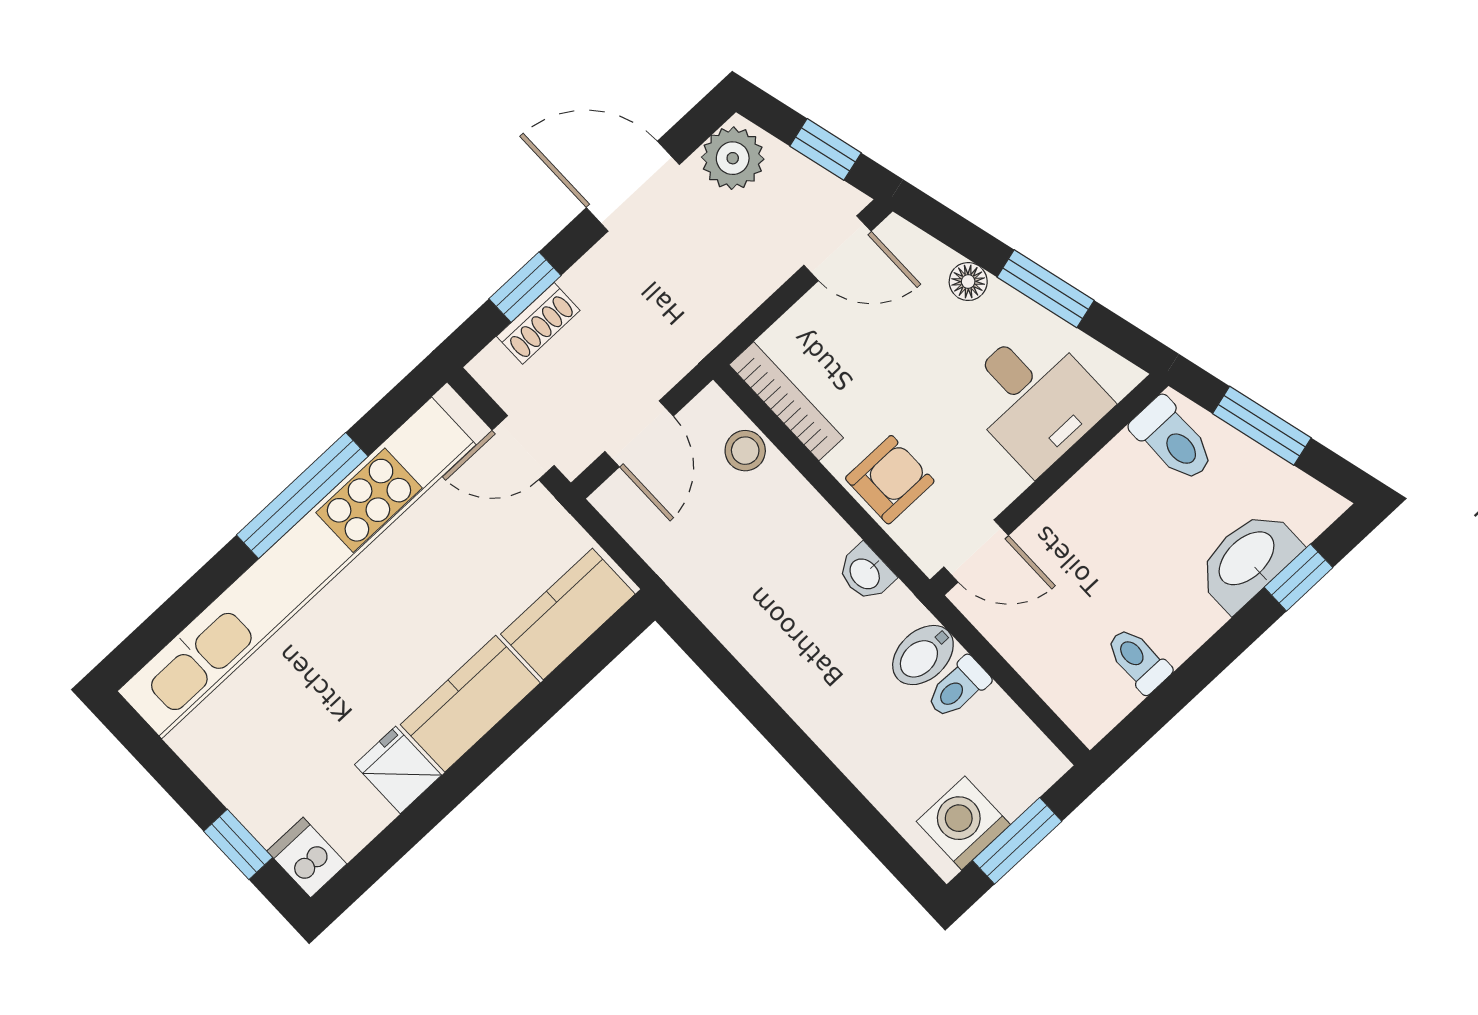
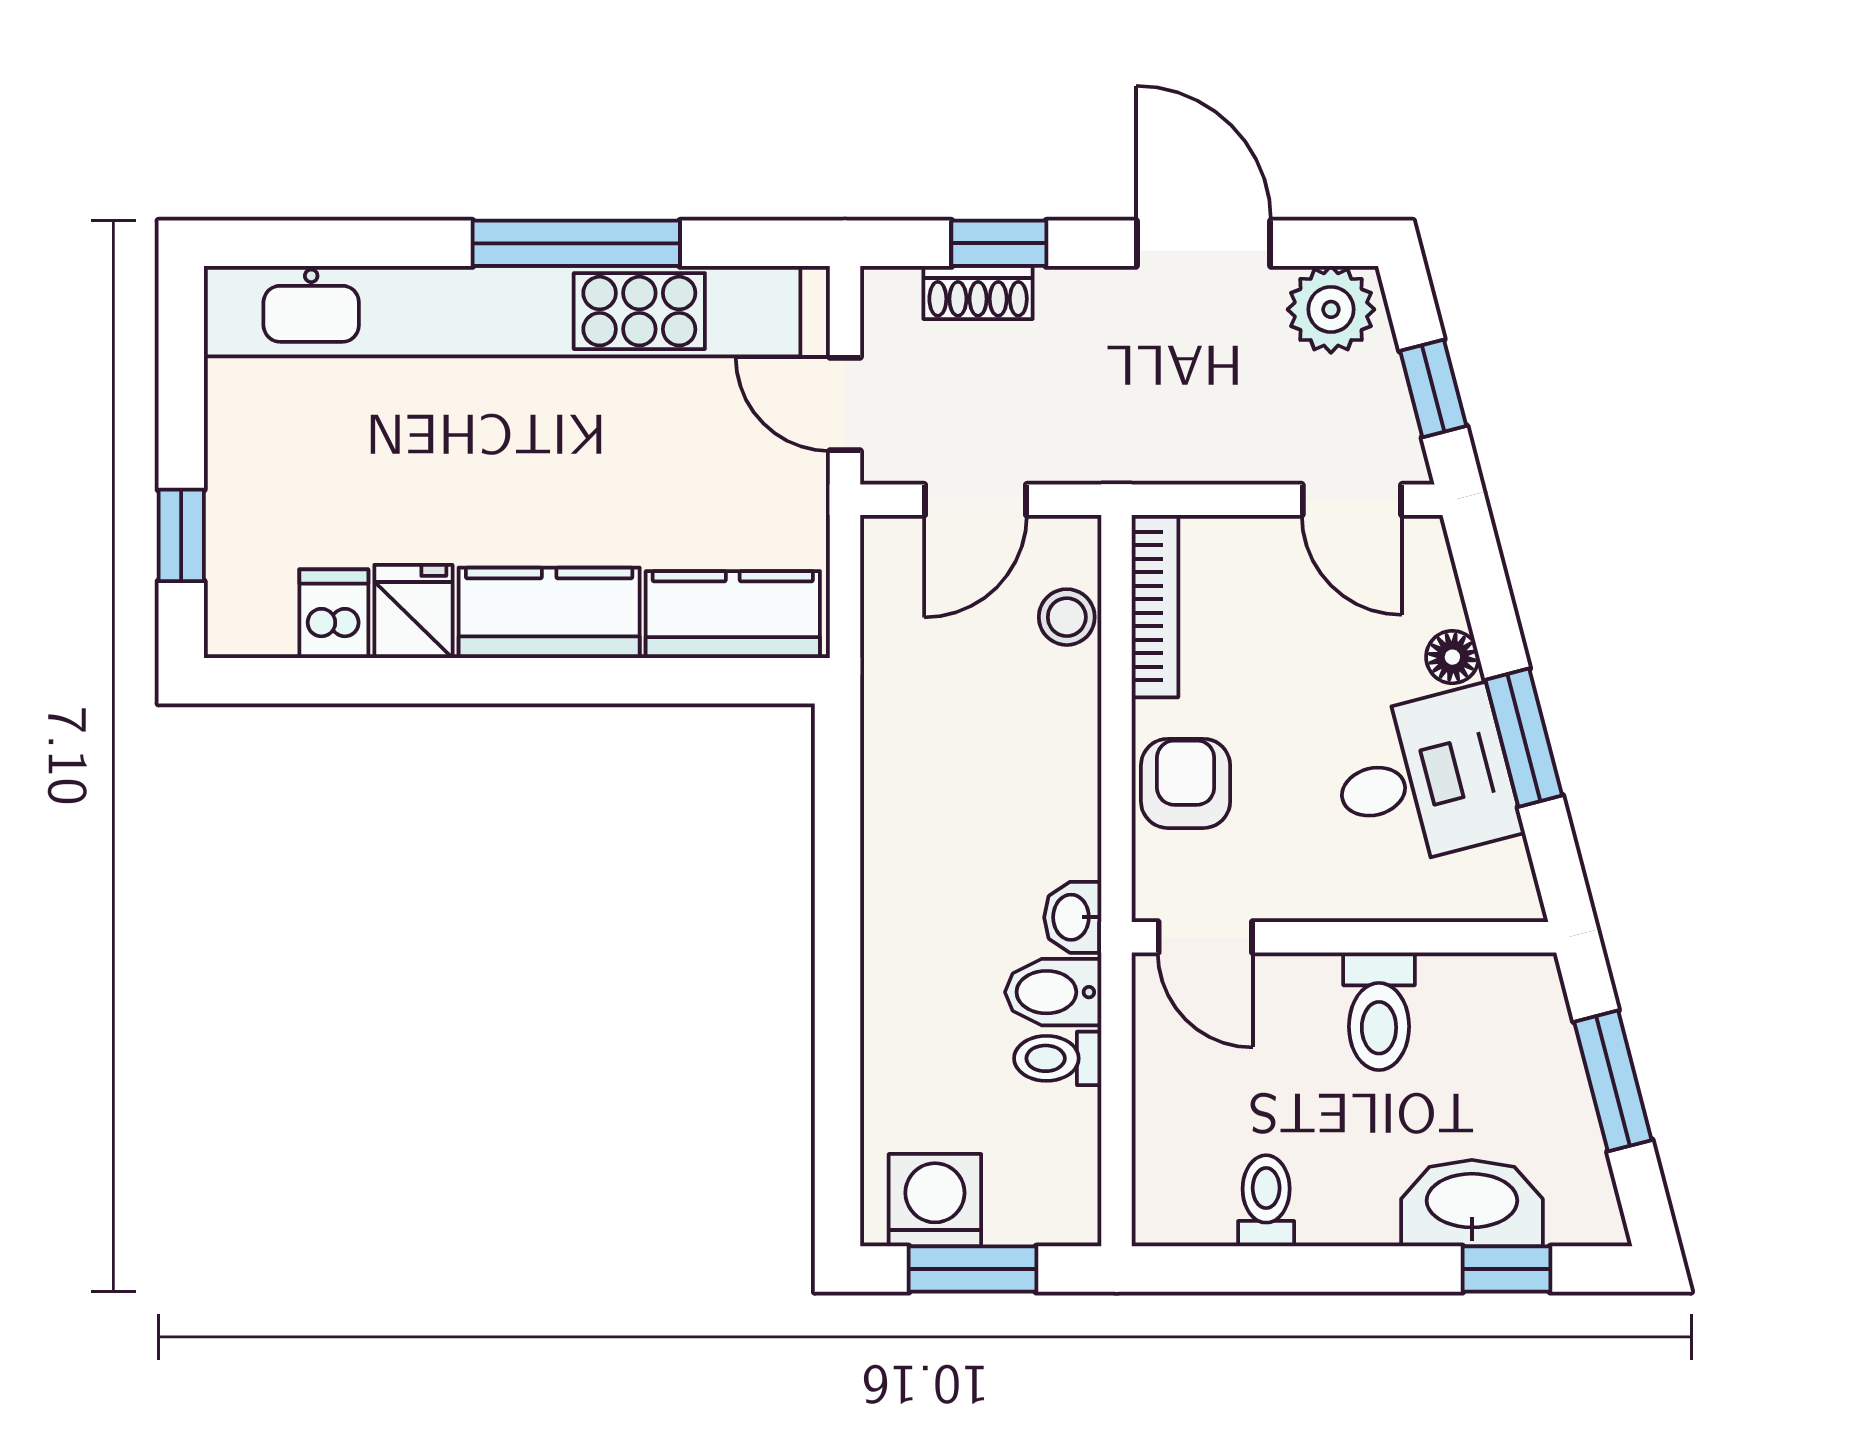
desk: (1035, 398) -> (1424, 778), moved, turned -105
toilet: (1173, 440) -> (1379, 1011), moved
armchair: (890, 480) -> (1186, 783), turned -90
washbasin: (866, 573) -> (1073, 917), moved
dishwasher: (307, 857) -> (334, 614), moved

